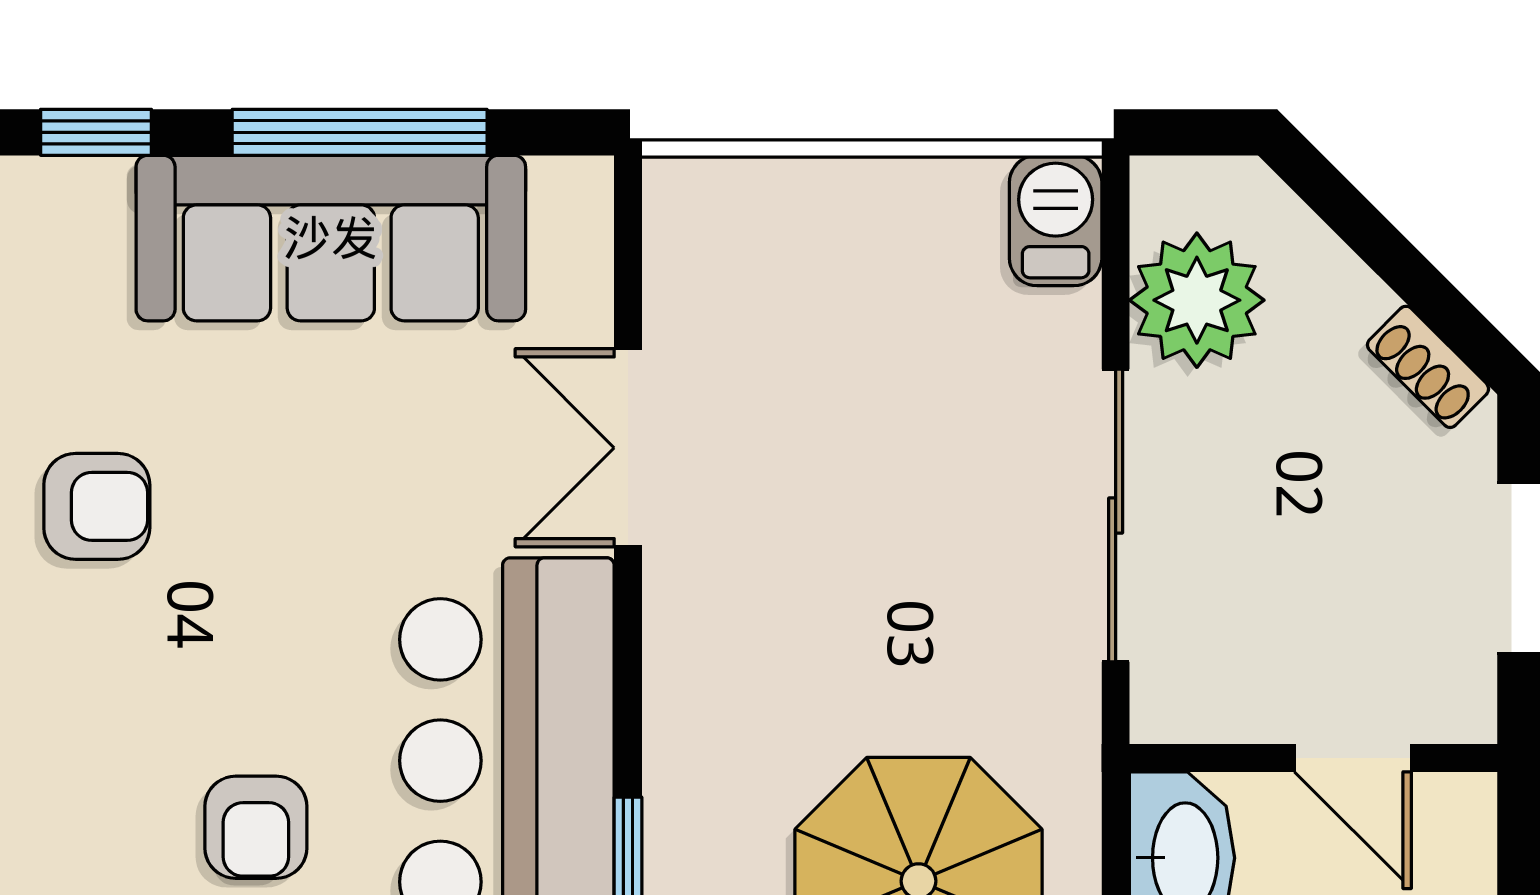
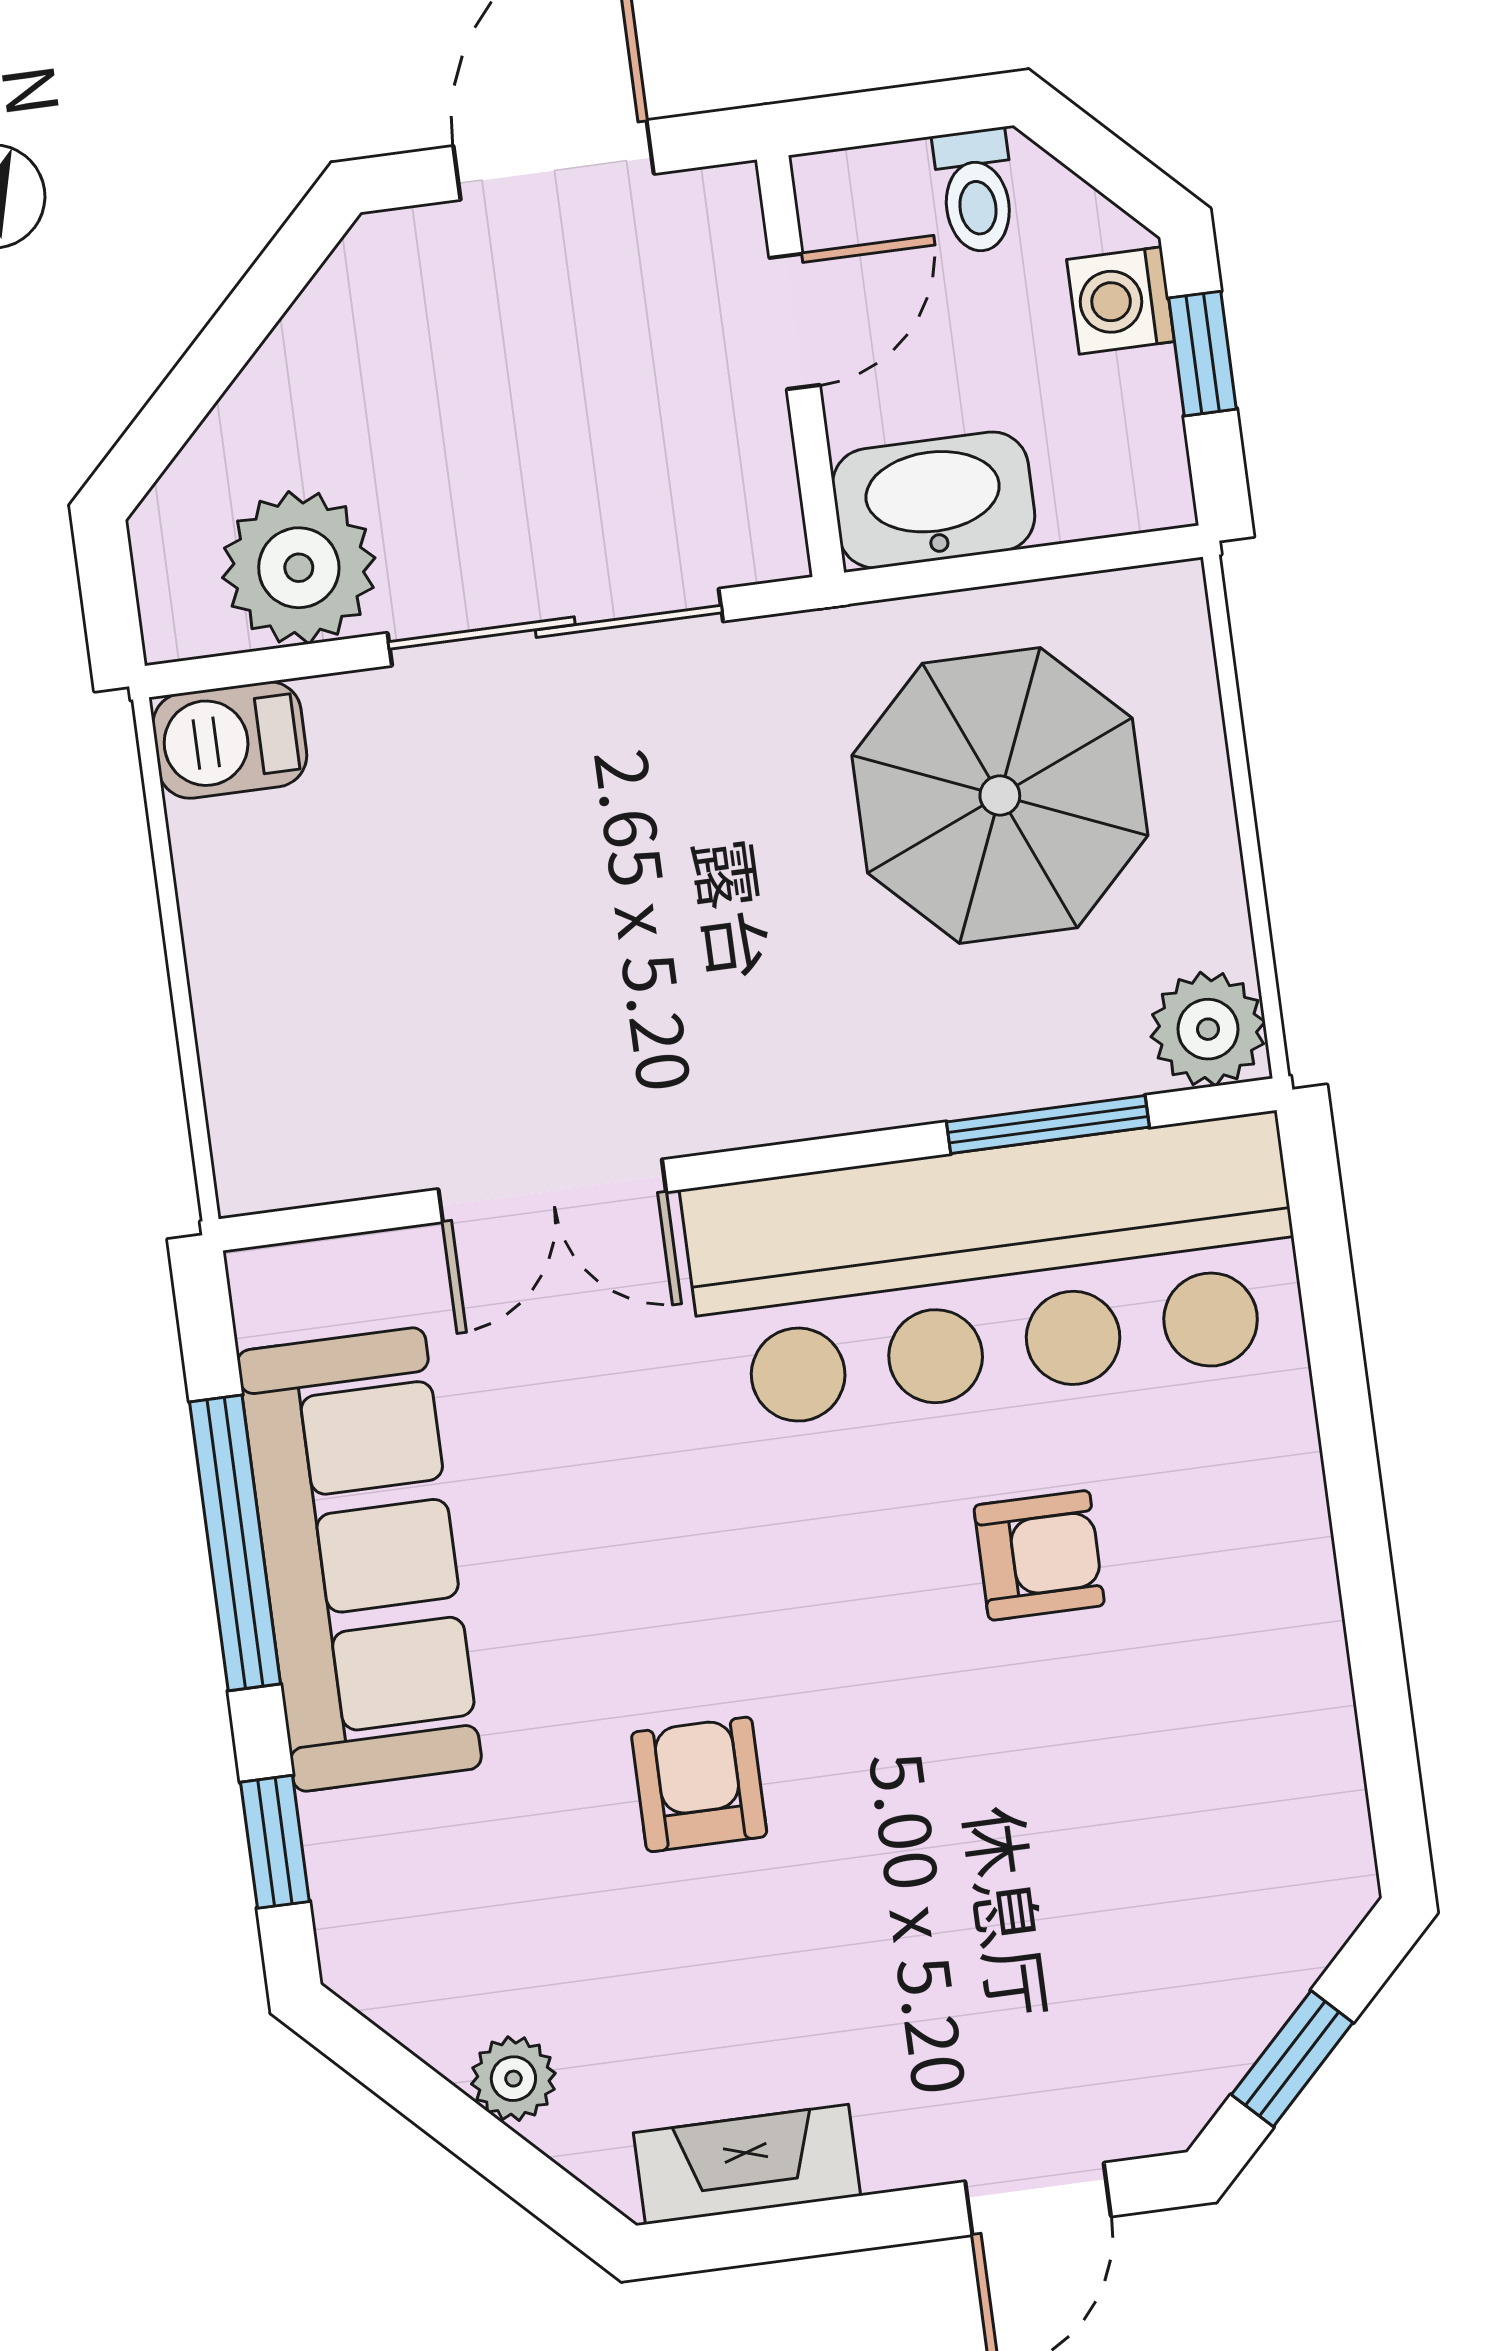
shoe rack: (1428, 367) -> (339, 295), removed

